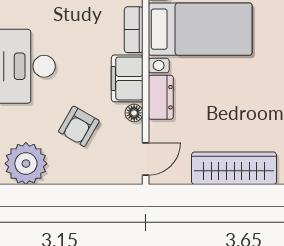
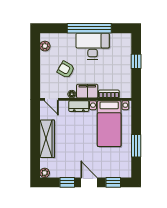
plant: (26, 164) -> (45, 46), width x0.53, depth x0.53

